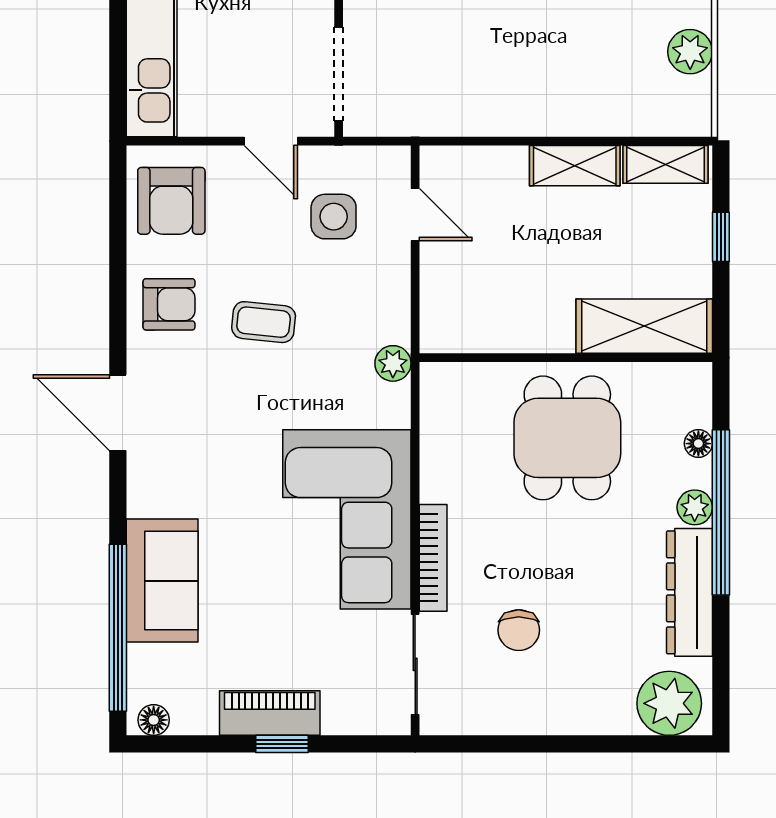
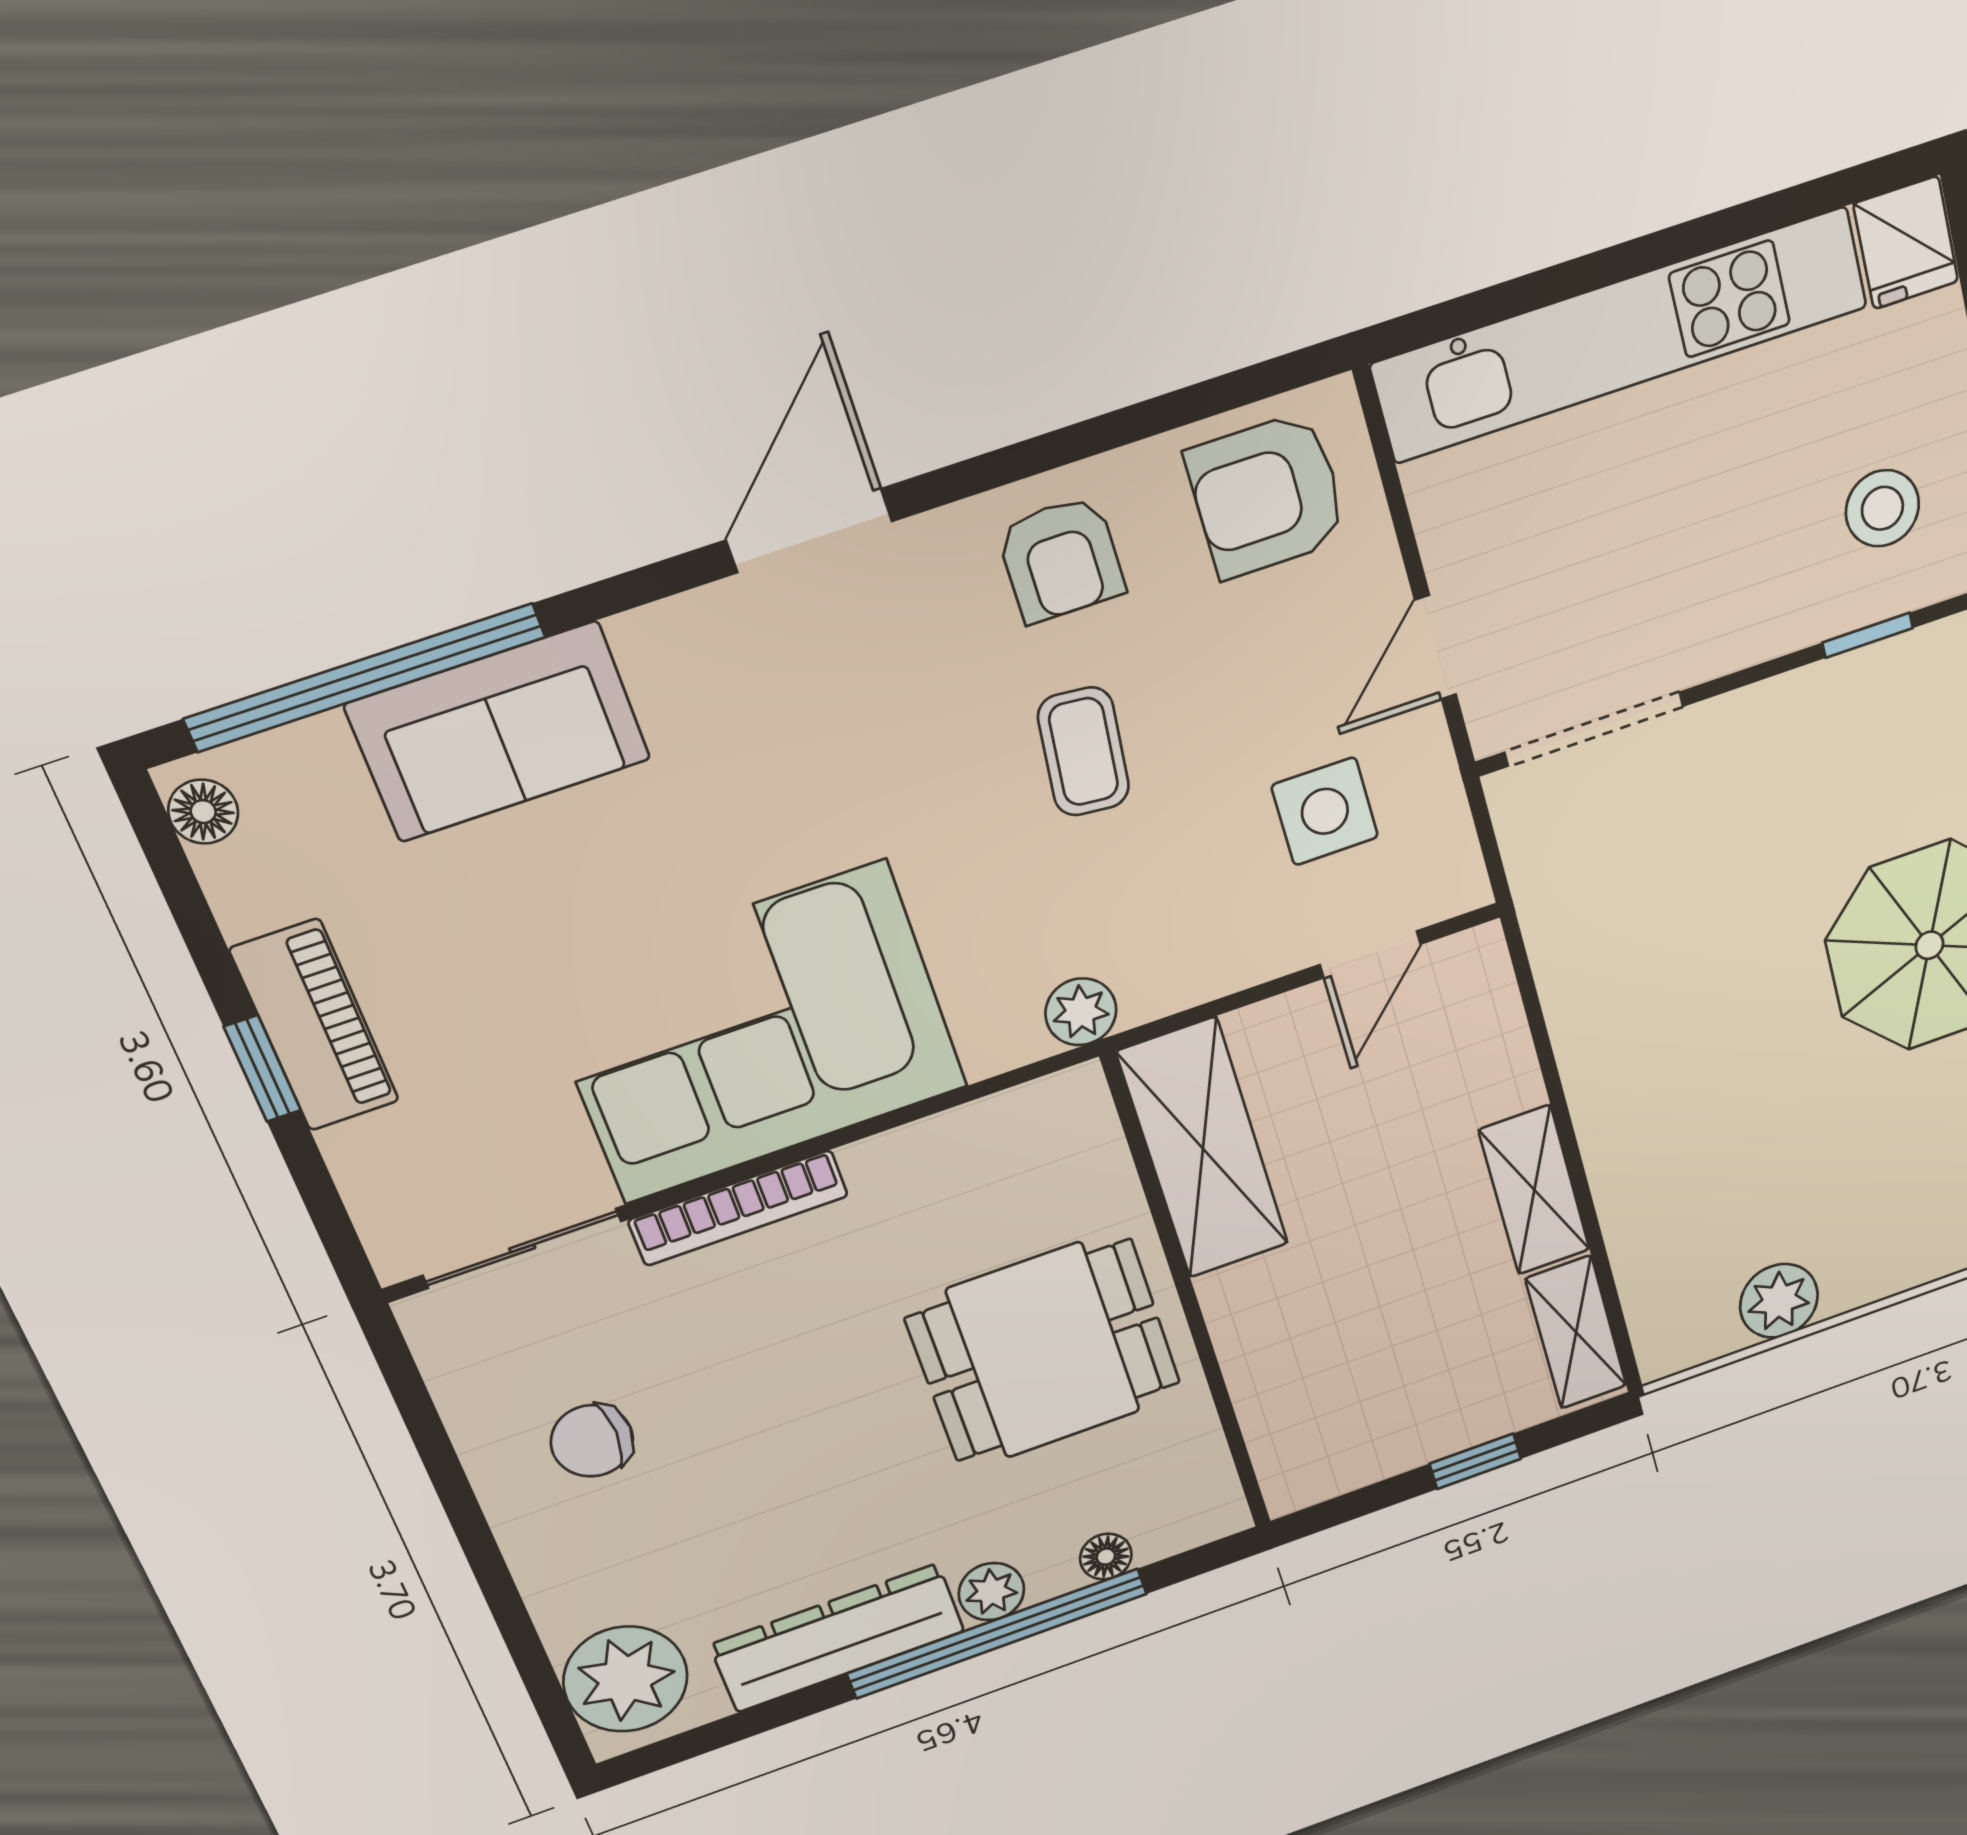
shelving: (644, 326) -> (1203, 1149), moved
chair: (519, 630) -> (592, 1441), moved

